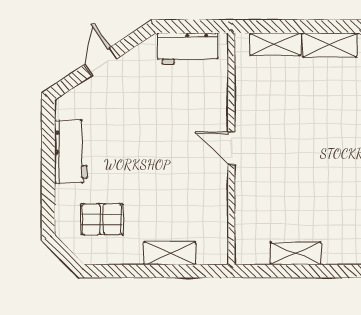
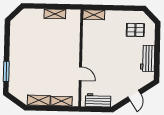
door: (231, 148) -> (80, 74), moved
shelving: (170, 253) -> (94, 15), moved

